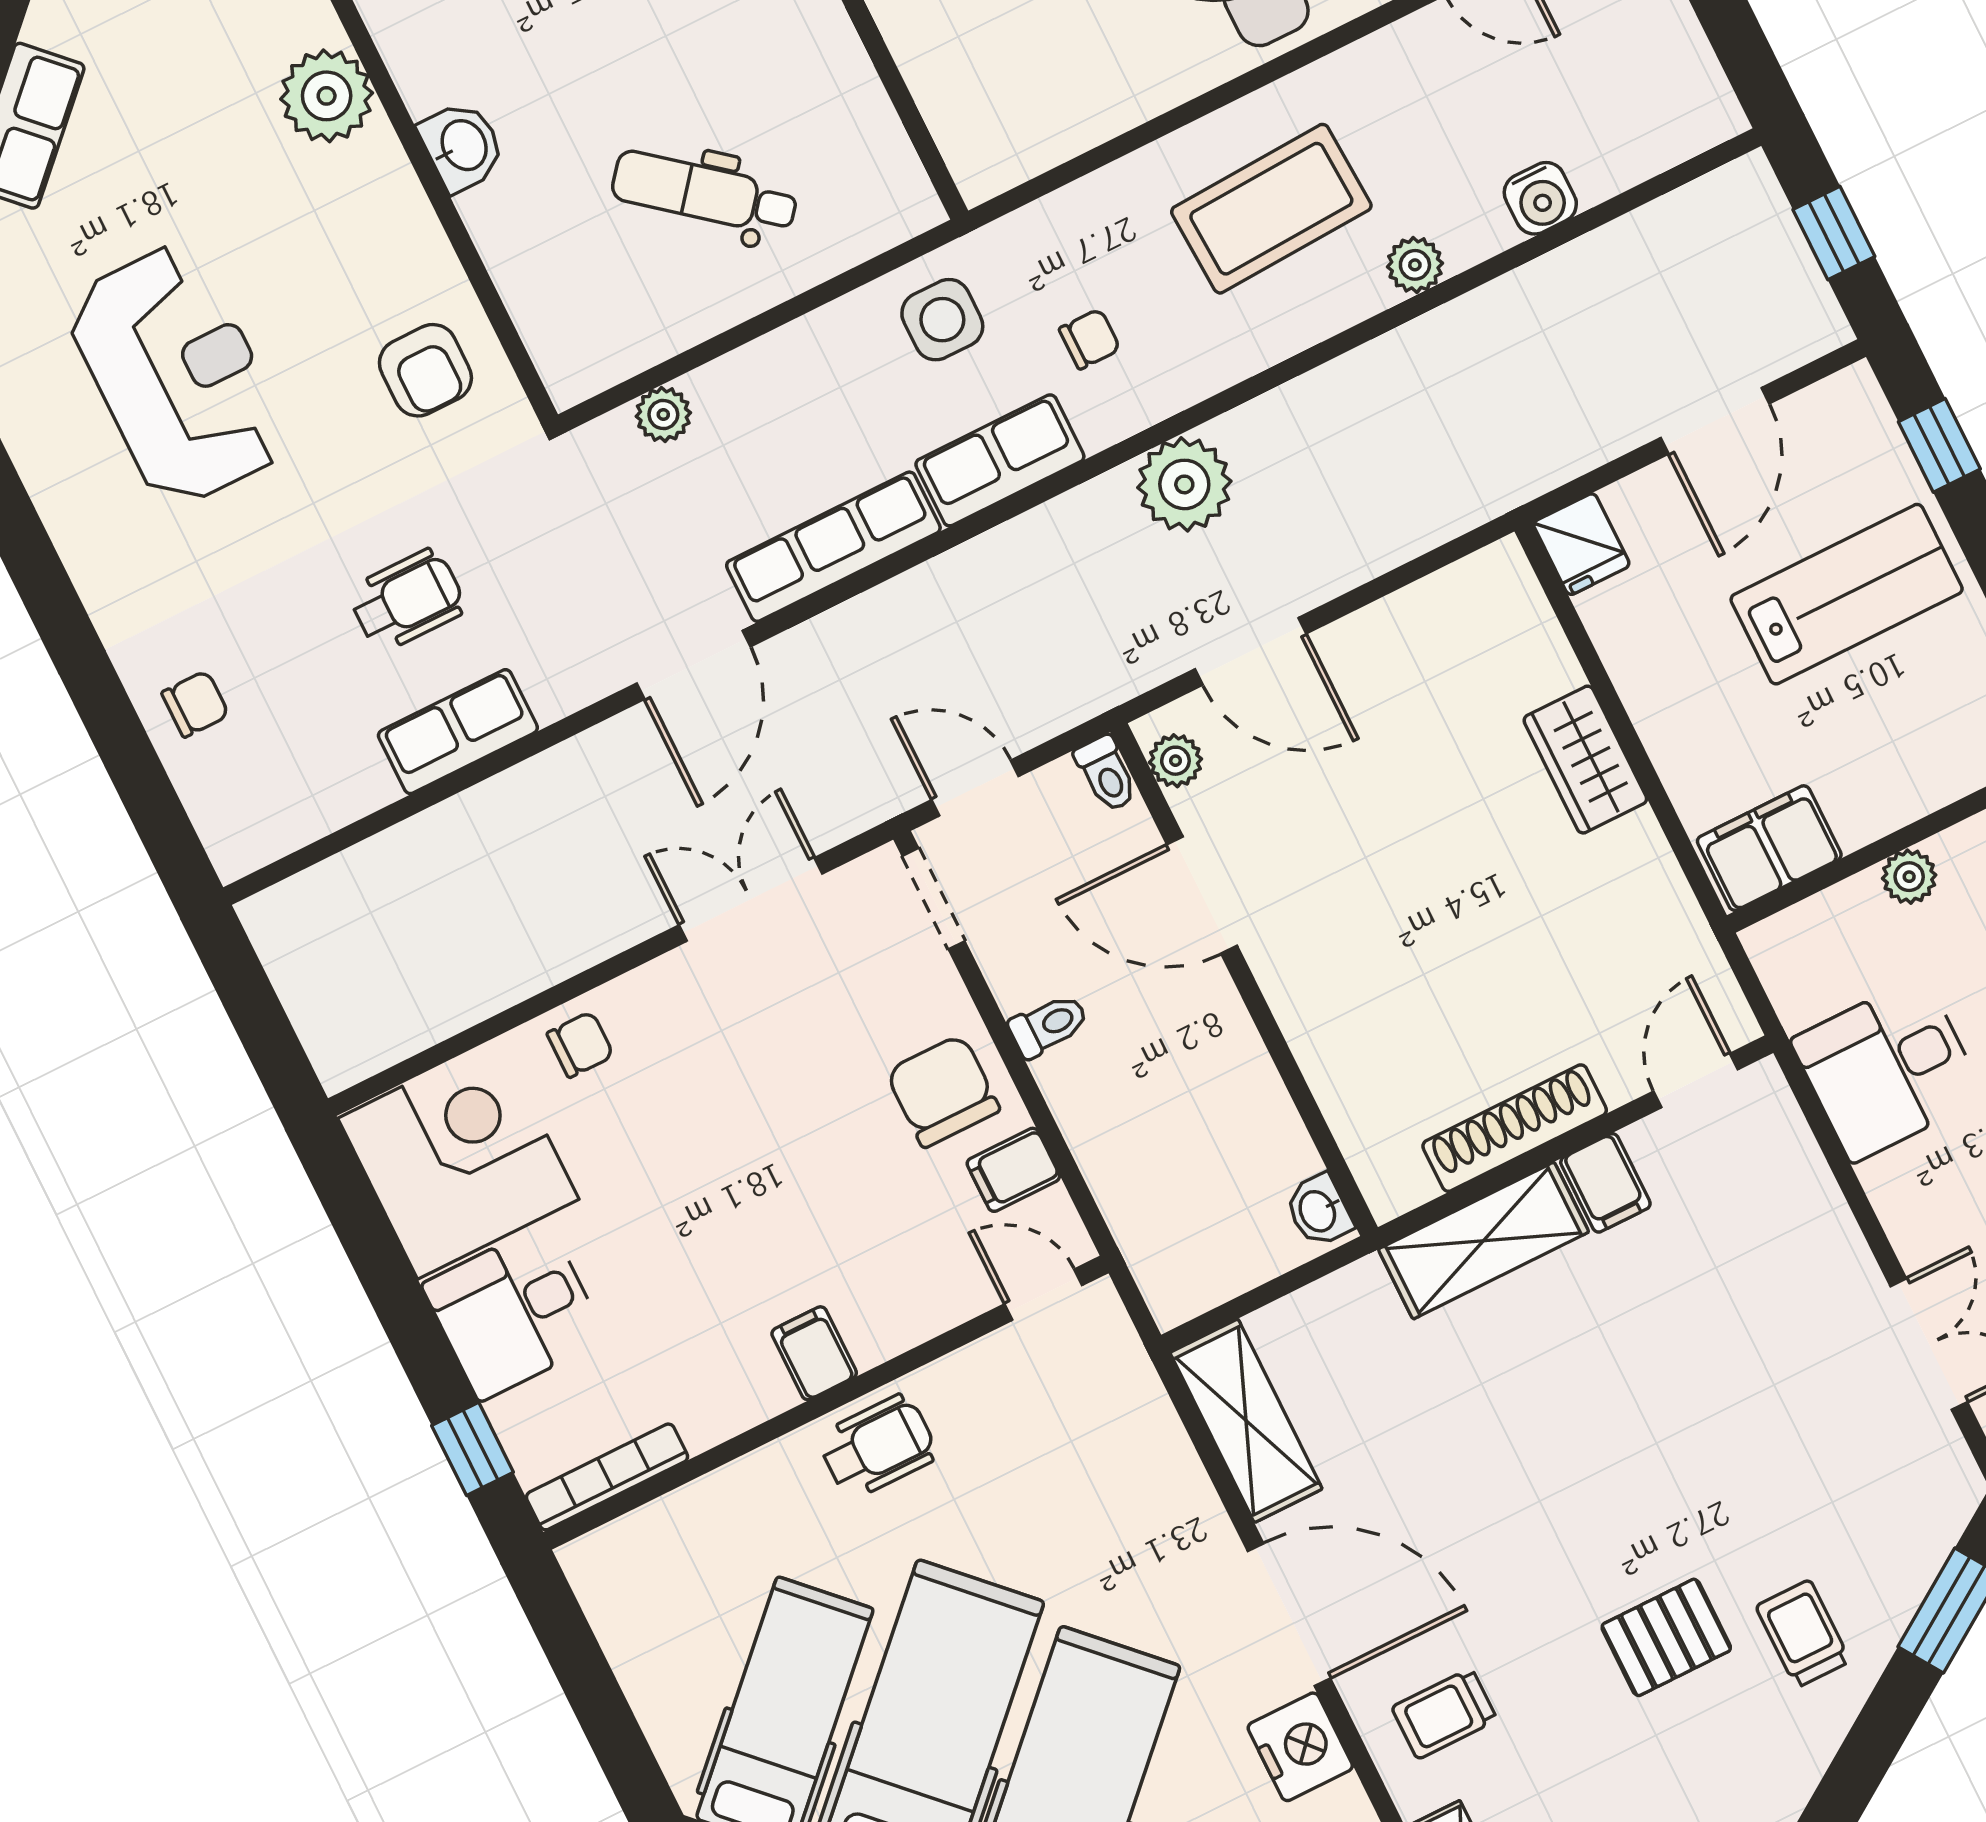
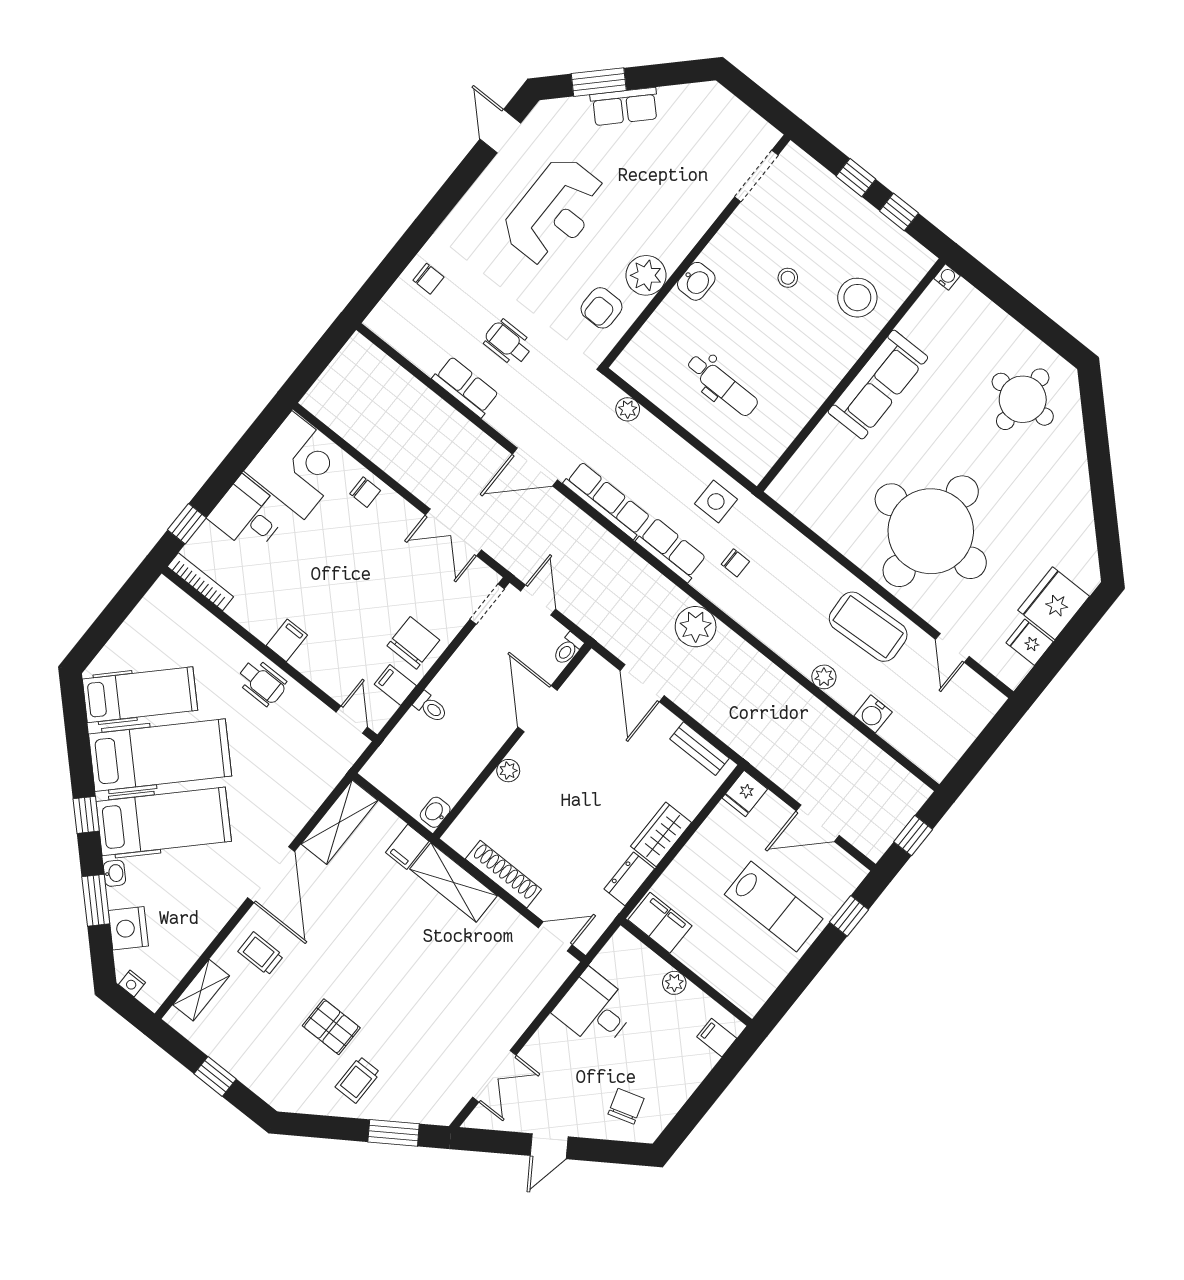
plant: (327, 96) -> (646, 275), moved
dental chair: (704, 193) -> (722, 385), turned 141
coffee table: (1271, 209) -> (868, 627), moved
bench: (1444, 595) -> (699, 749), added
wheelchair: (407, 600) -> (508, 343), turned 180
plant: (1175, 761) -> (508, 771), moved
dresser: (1648, 869) -> (629, 879), added
double door: (751, 899) -> (453, 532), swing flipped
toilet: (1049, 1025) -> (431, 707), moved
filing cabinet: (1605, 1183) -> (407, 847), moved
trolley: (1803, 1634) -> (358, 1080), turned 180
nightstand: (1300, 1747) -> (221, 903), removed

